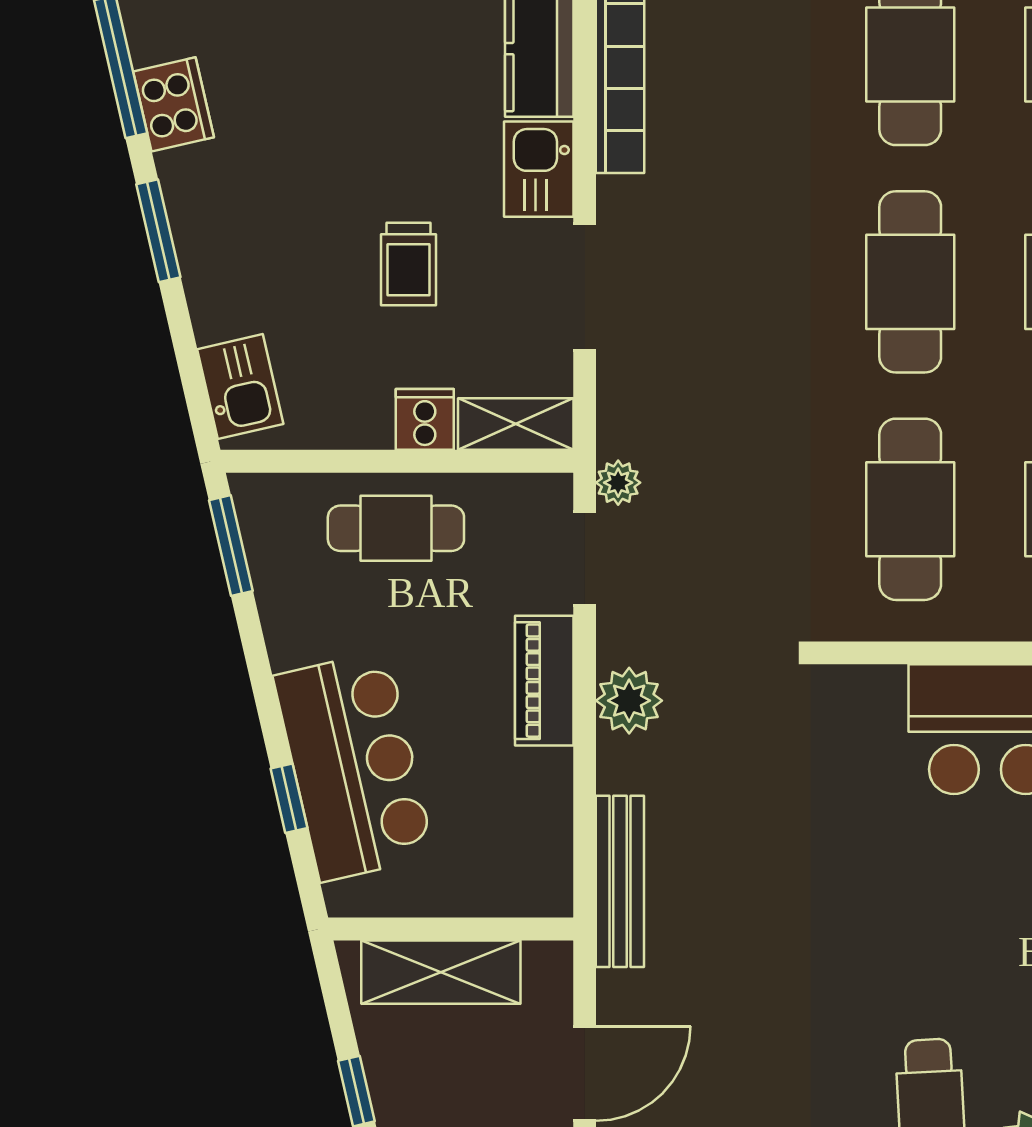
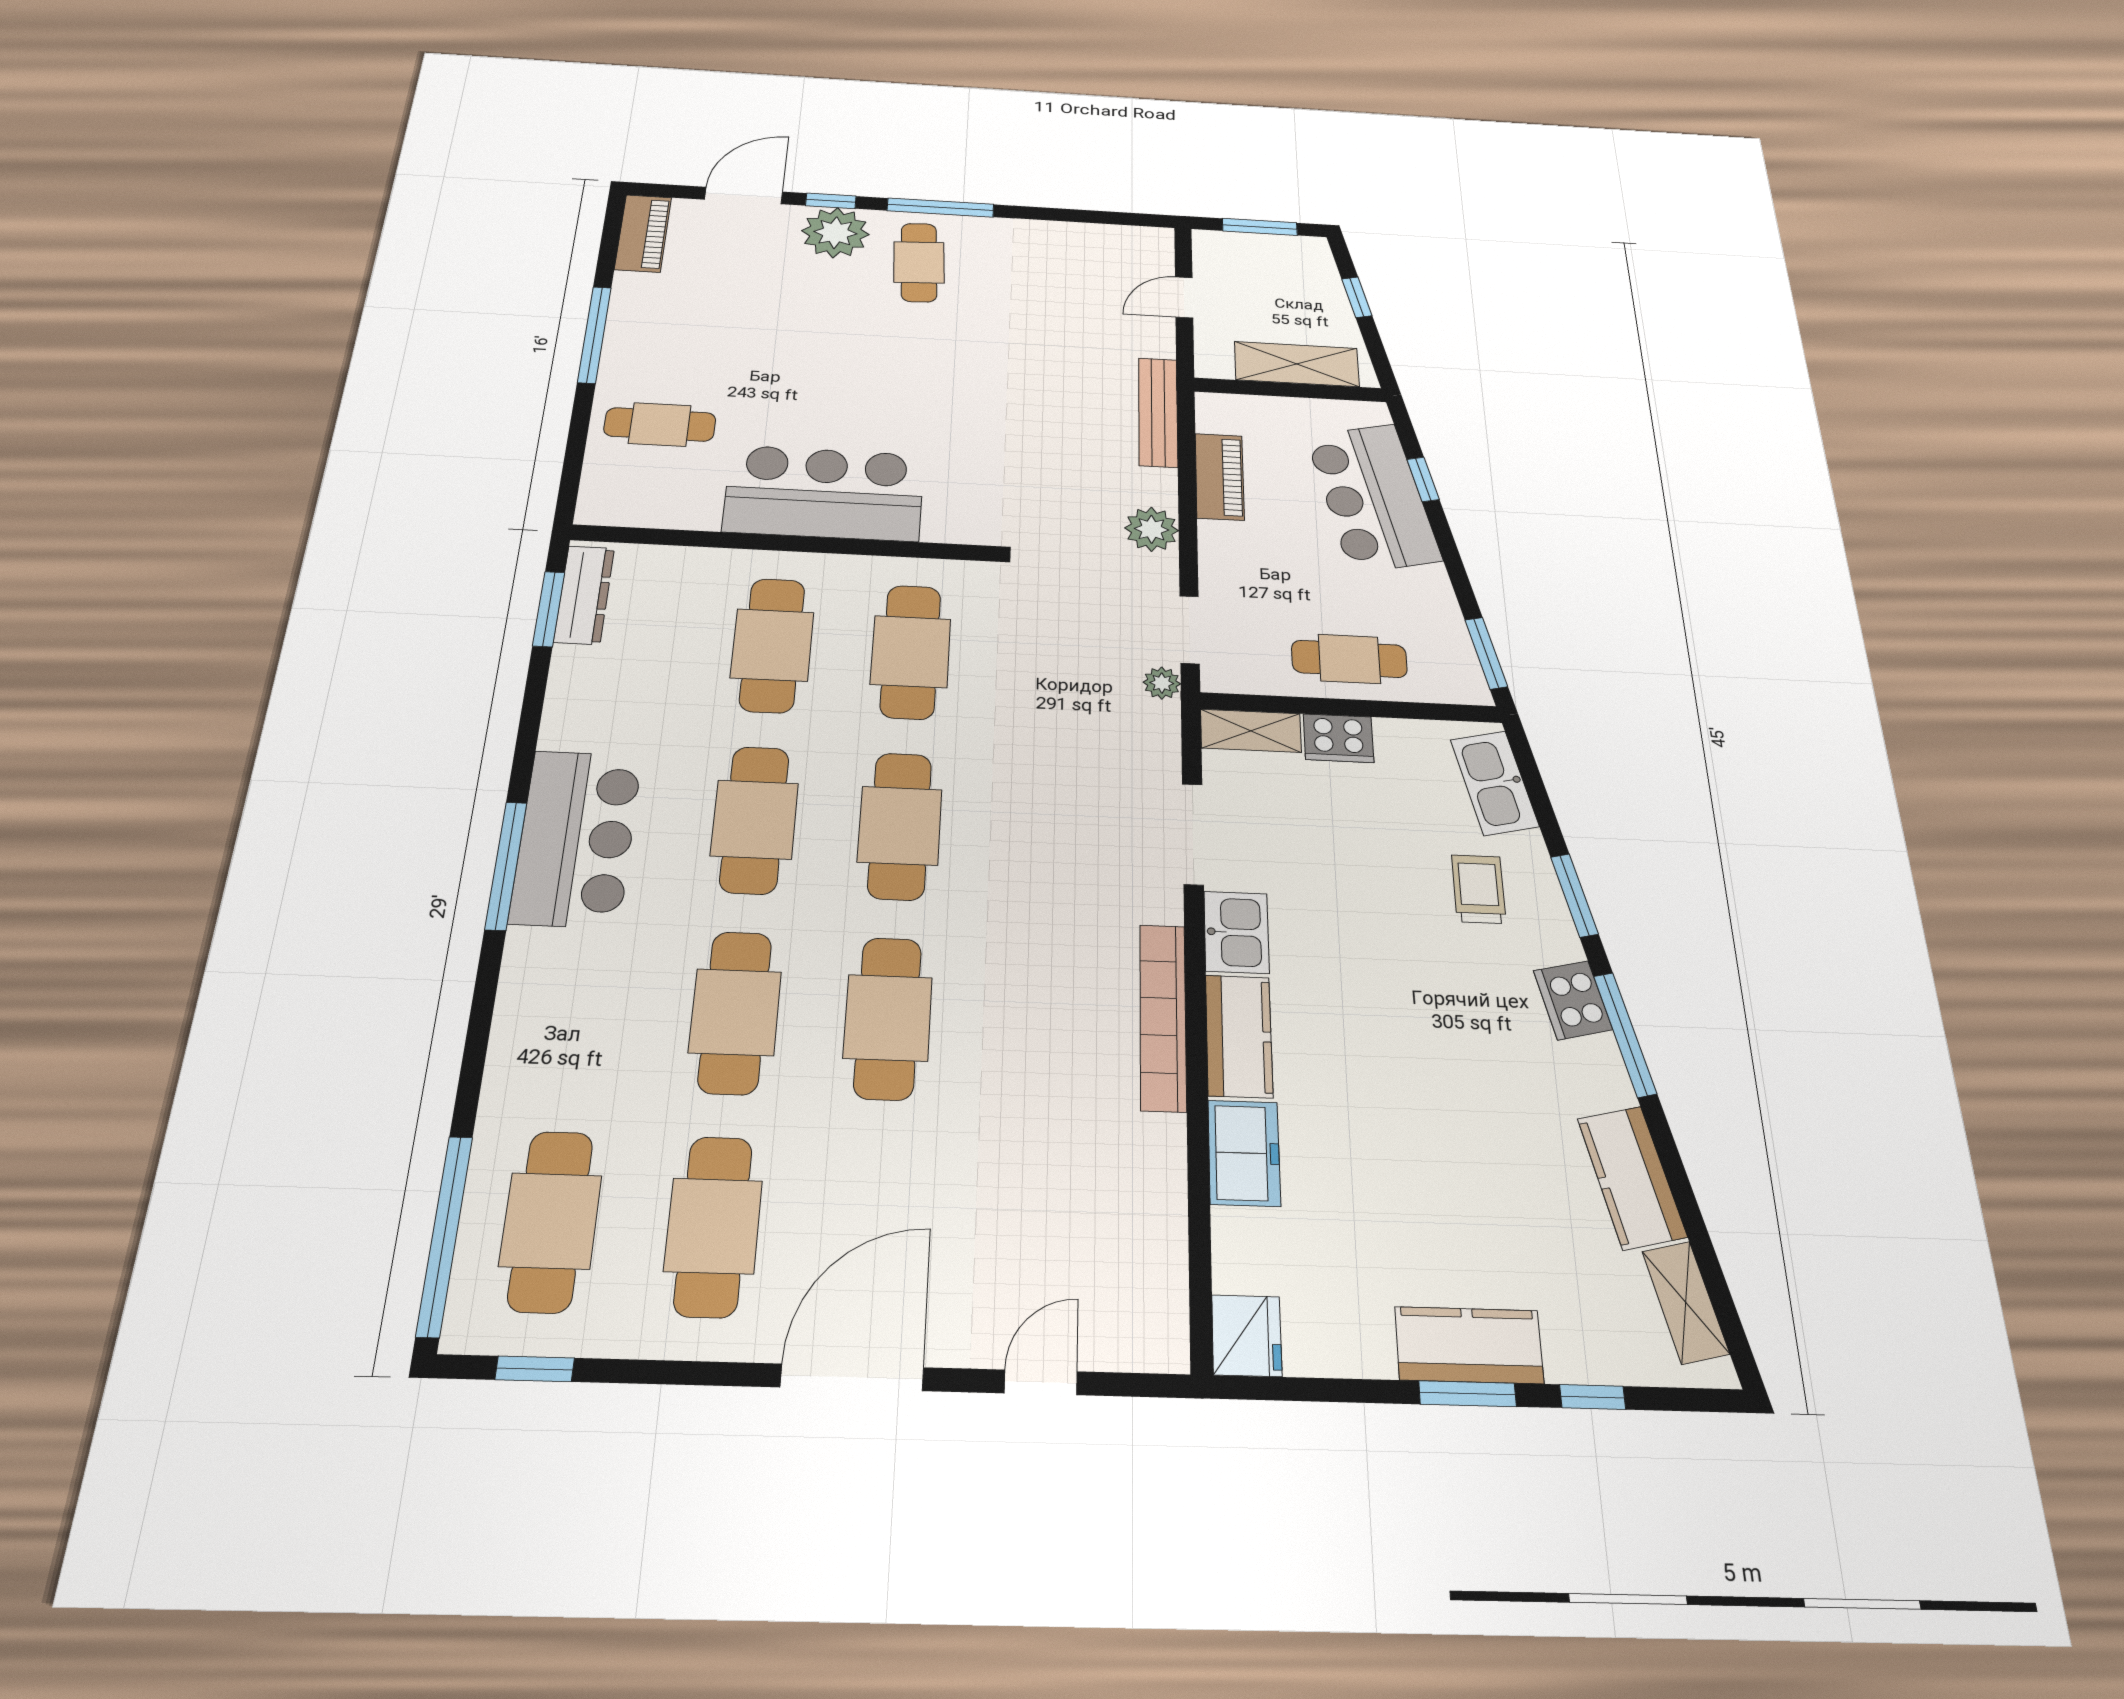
trolley: (408, 264) -> (1479, 889), moved
kitchen sink: (240, 387) -> (1495, 783), width x1.38
cooker: (425, 419) -> (1338, 738), width x1.36
piano: (544, 681) -> (1220, 477), moved
door: (585, 1073) -> (1184, 297), width x0.73

